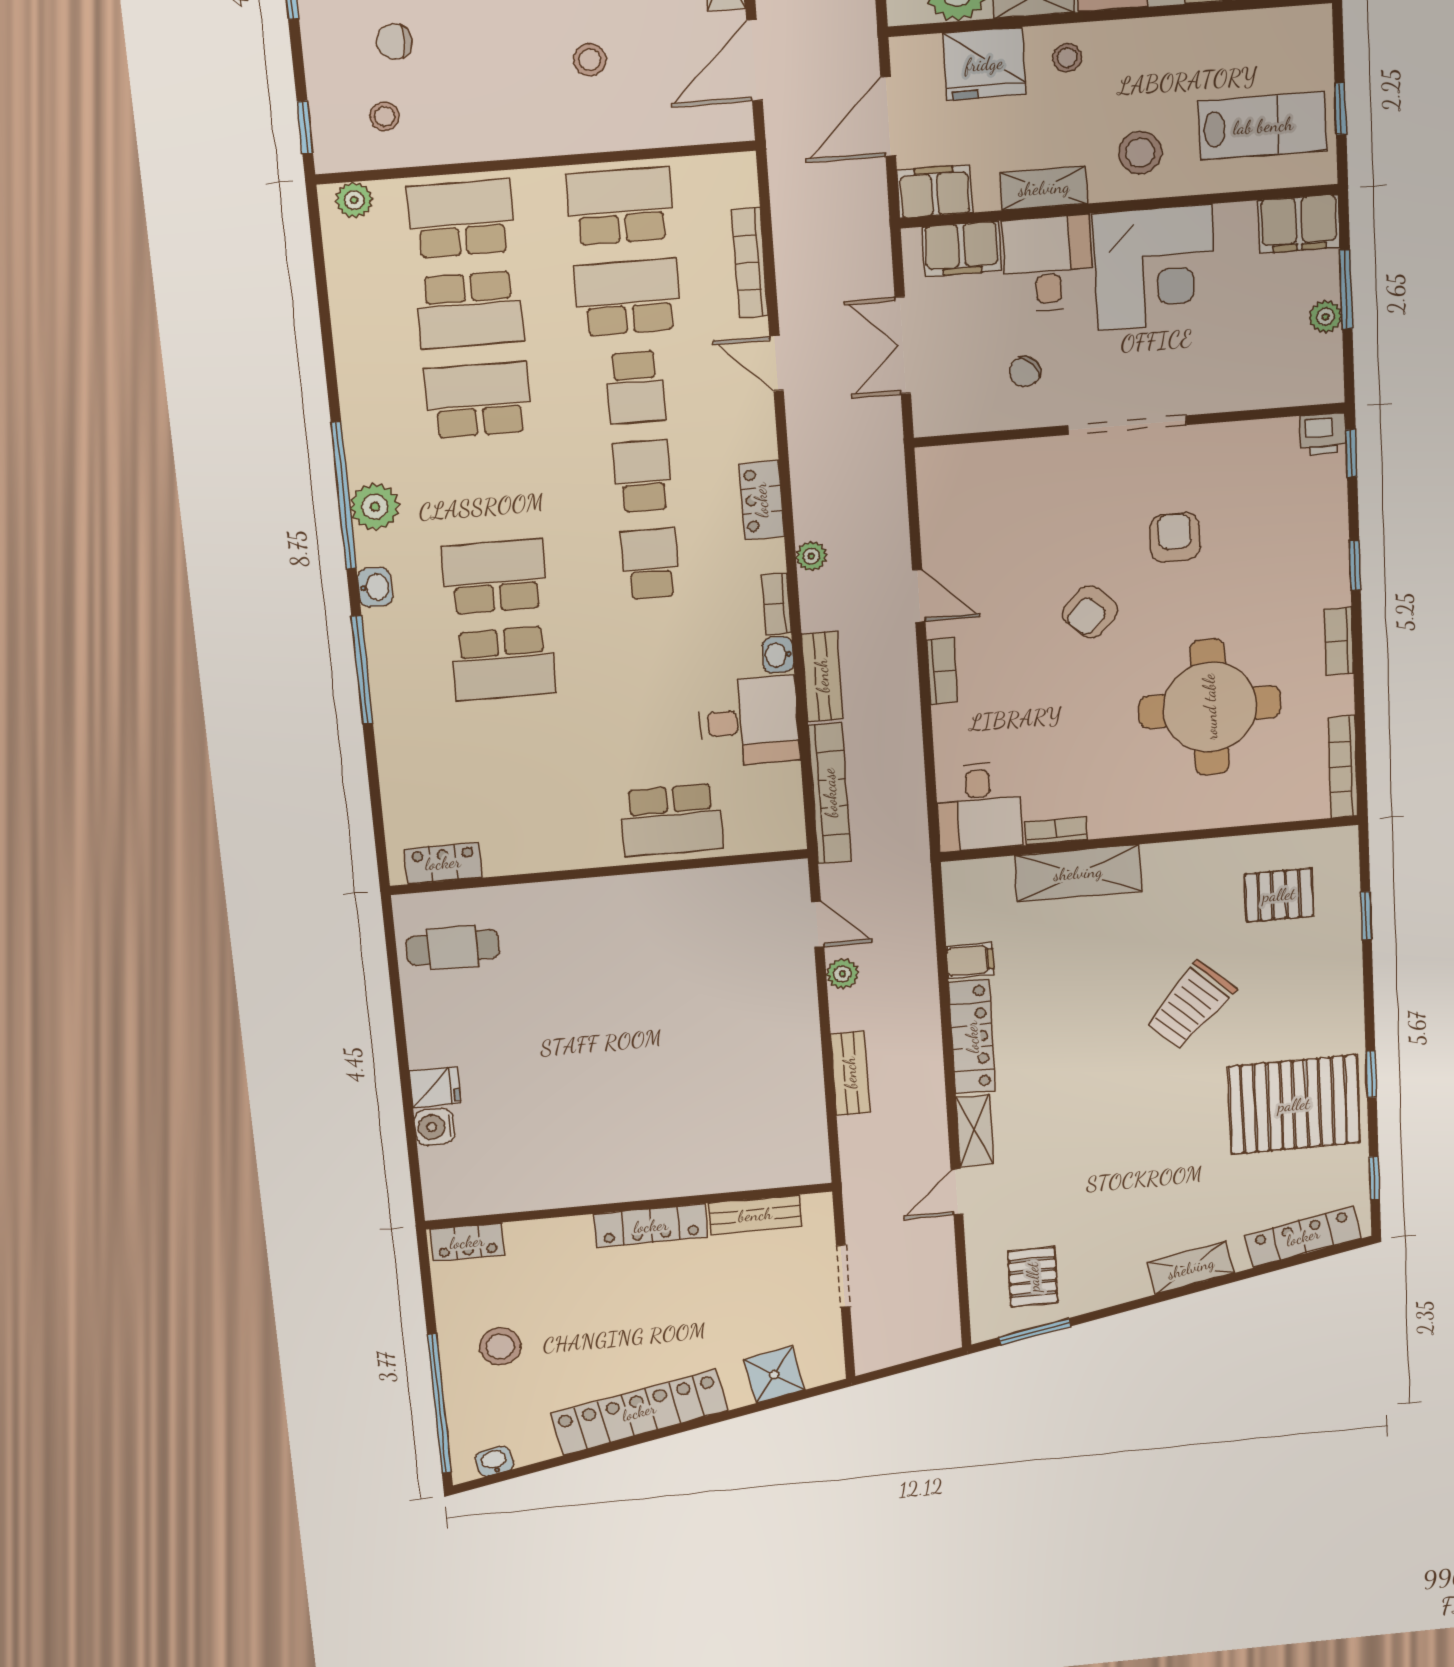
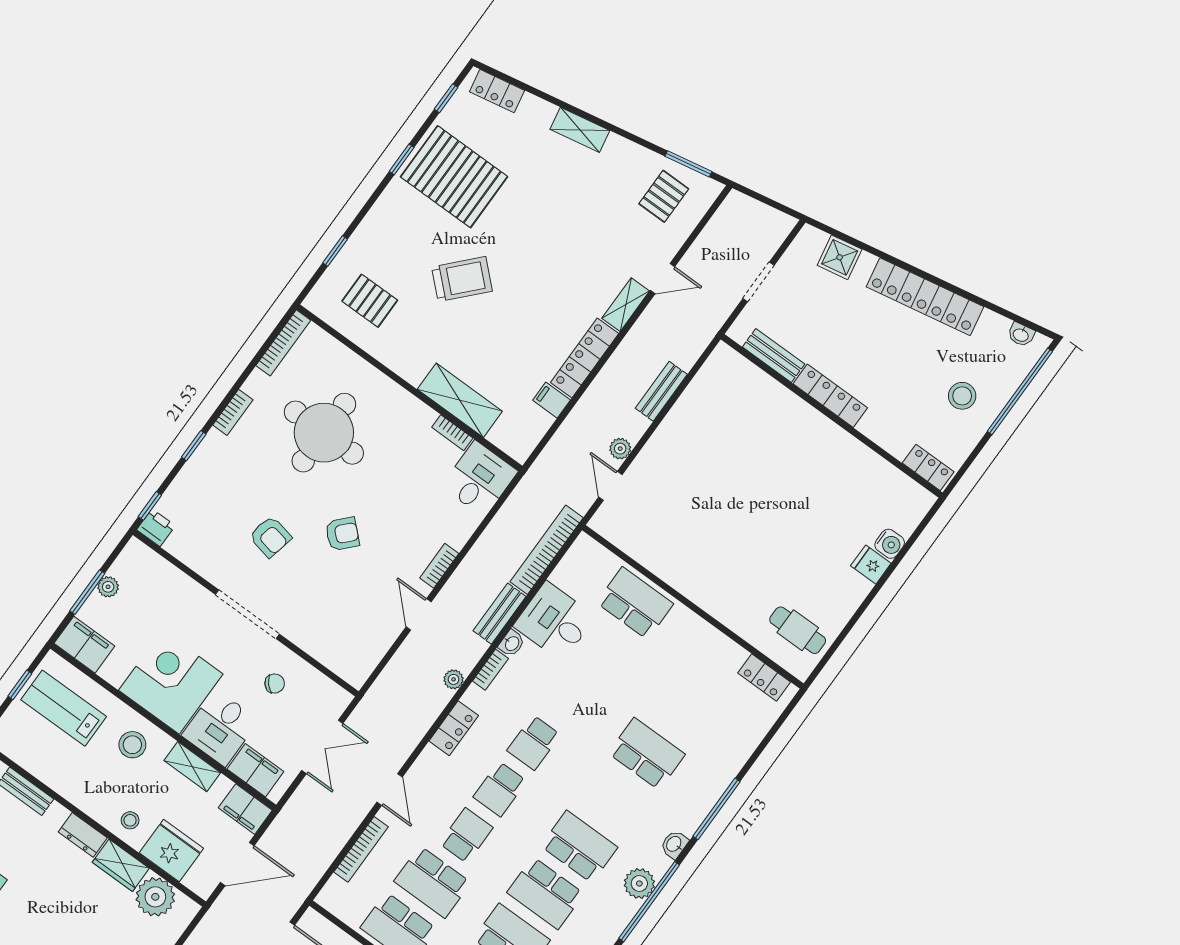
armchair: (1175, 537) -> (270, 537), turned -78
school desk: (495, 577) -> (579, 847), moved, turned 180
locker: (1303, 1237) -> (497, 91), width x0.66

